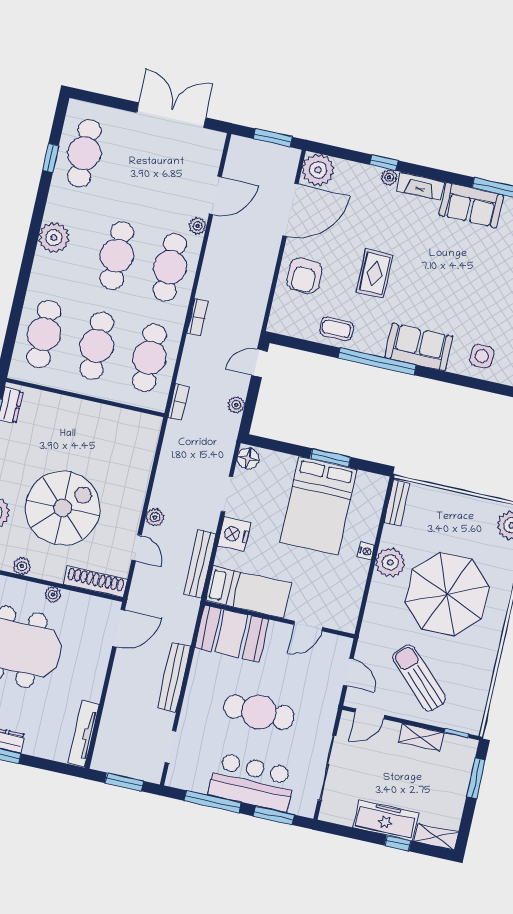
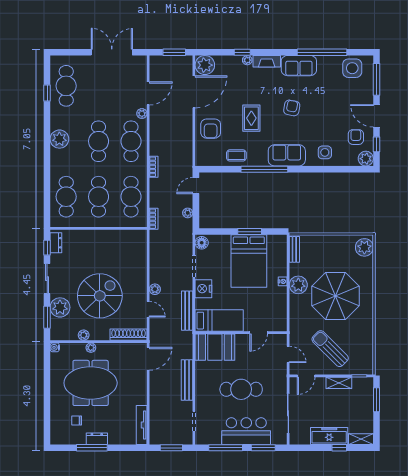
armchair: (444, 271) -> (292, 108), added
plant: (53, 595) -> (91, 348), moved

